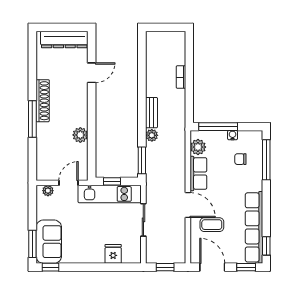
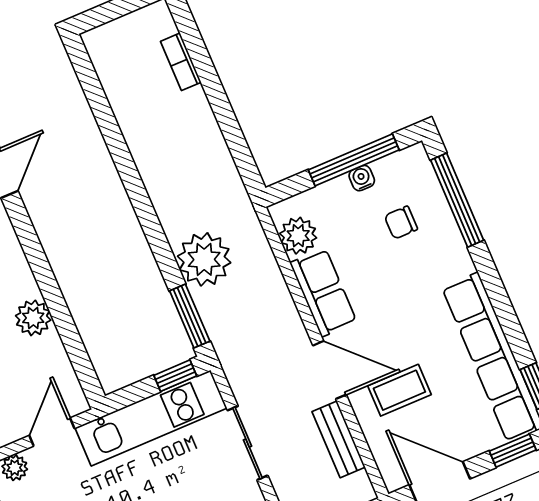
bookcase: (181, 77) -> (181, 62), moved
bench: (151, 113) -> (339, 439), moved
window: (218, 127) -> (354, 160), moved
plant: (152, 135) -> (204, 259), width x1.87, depth x1.87
window: (112, 181) -> (175, 376), moved

